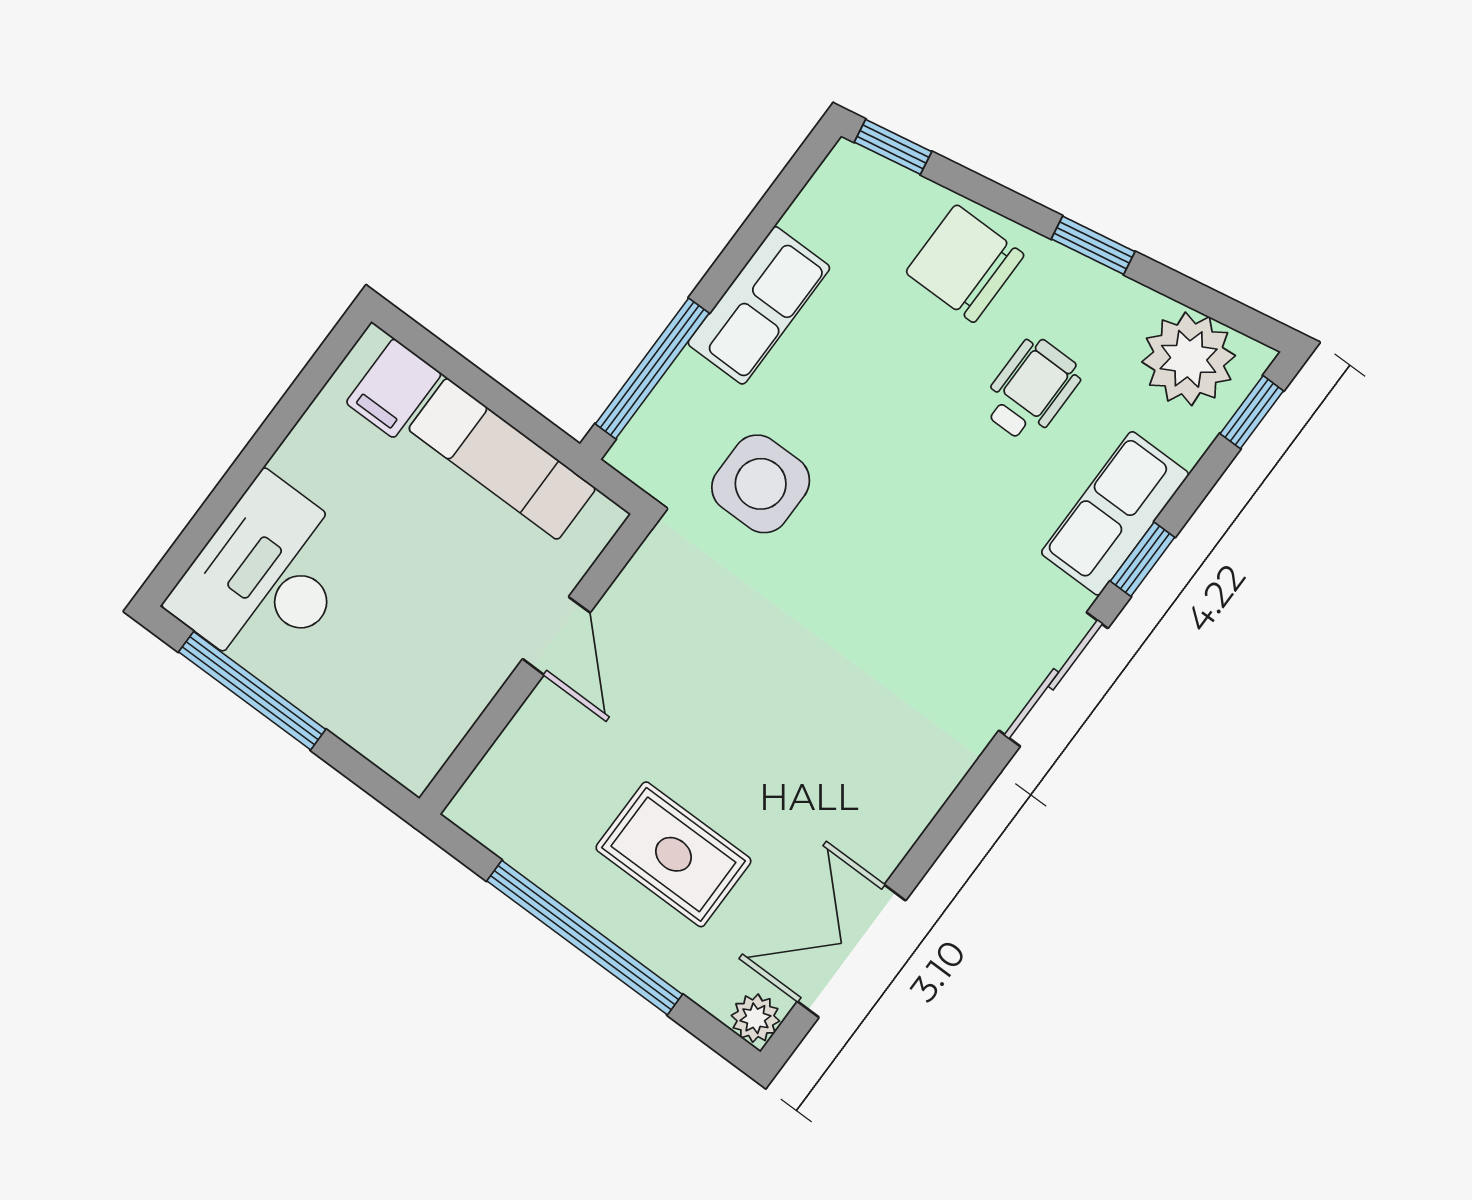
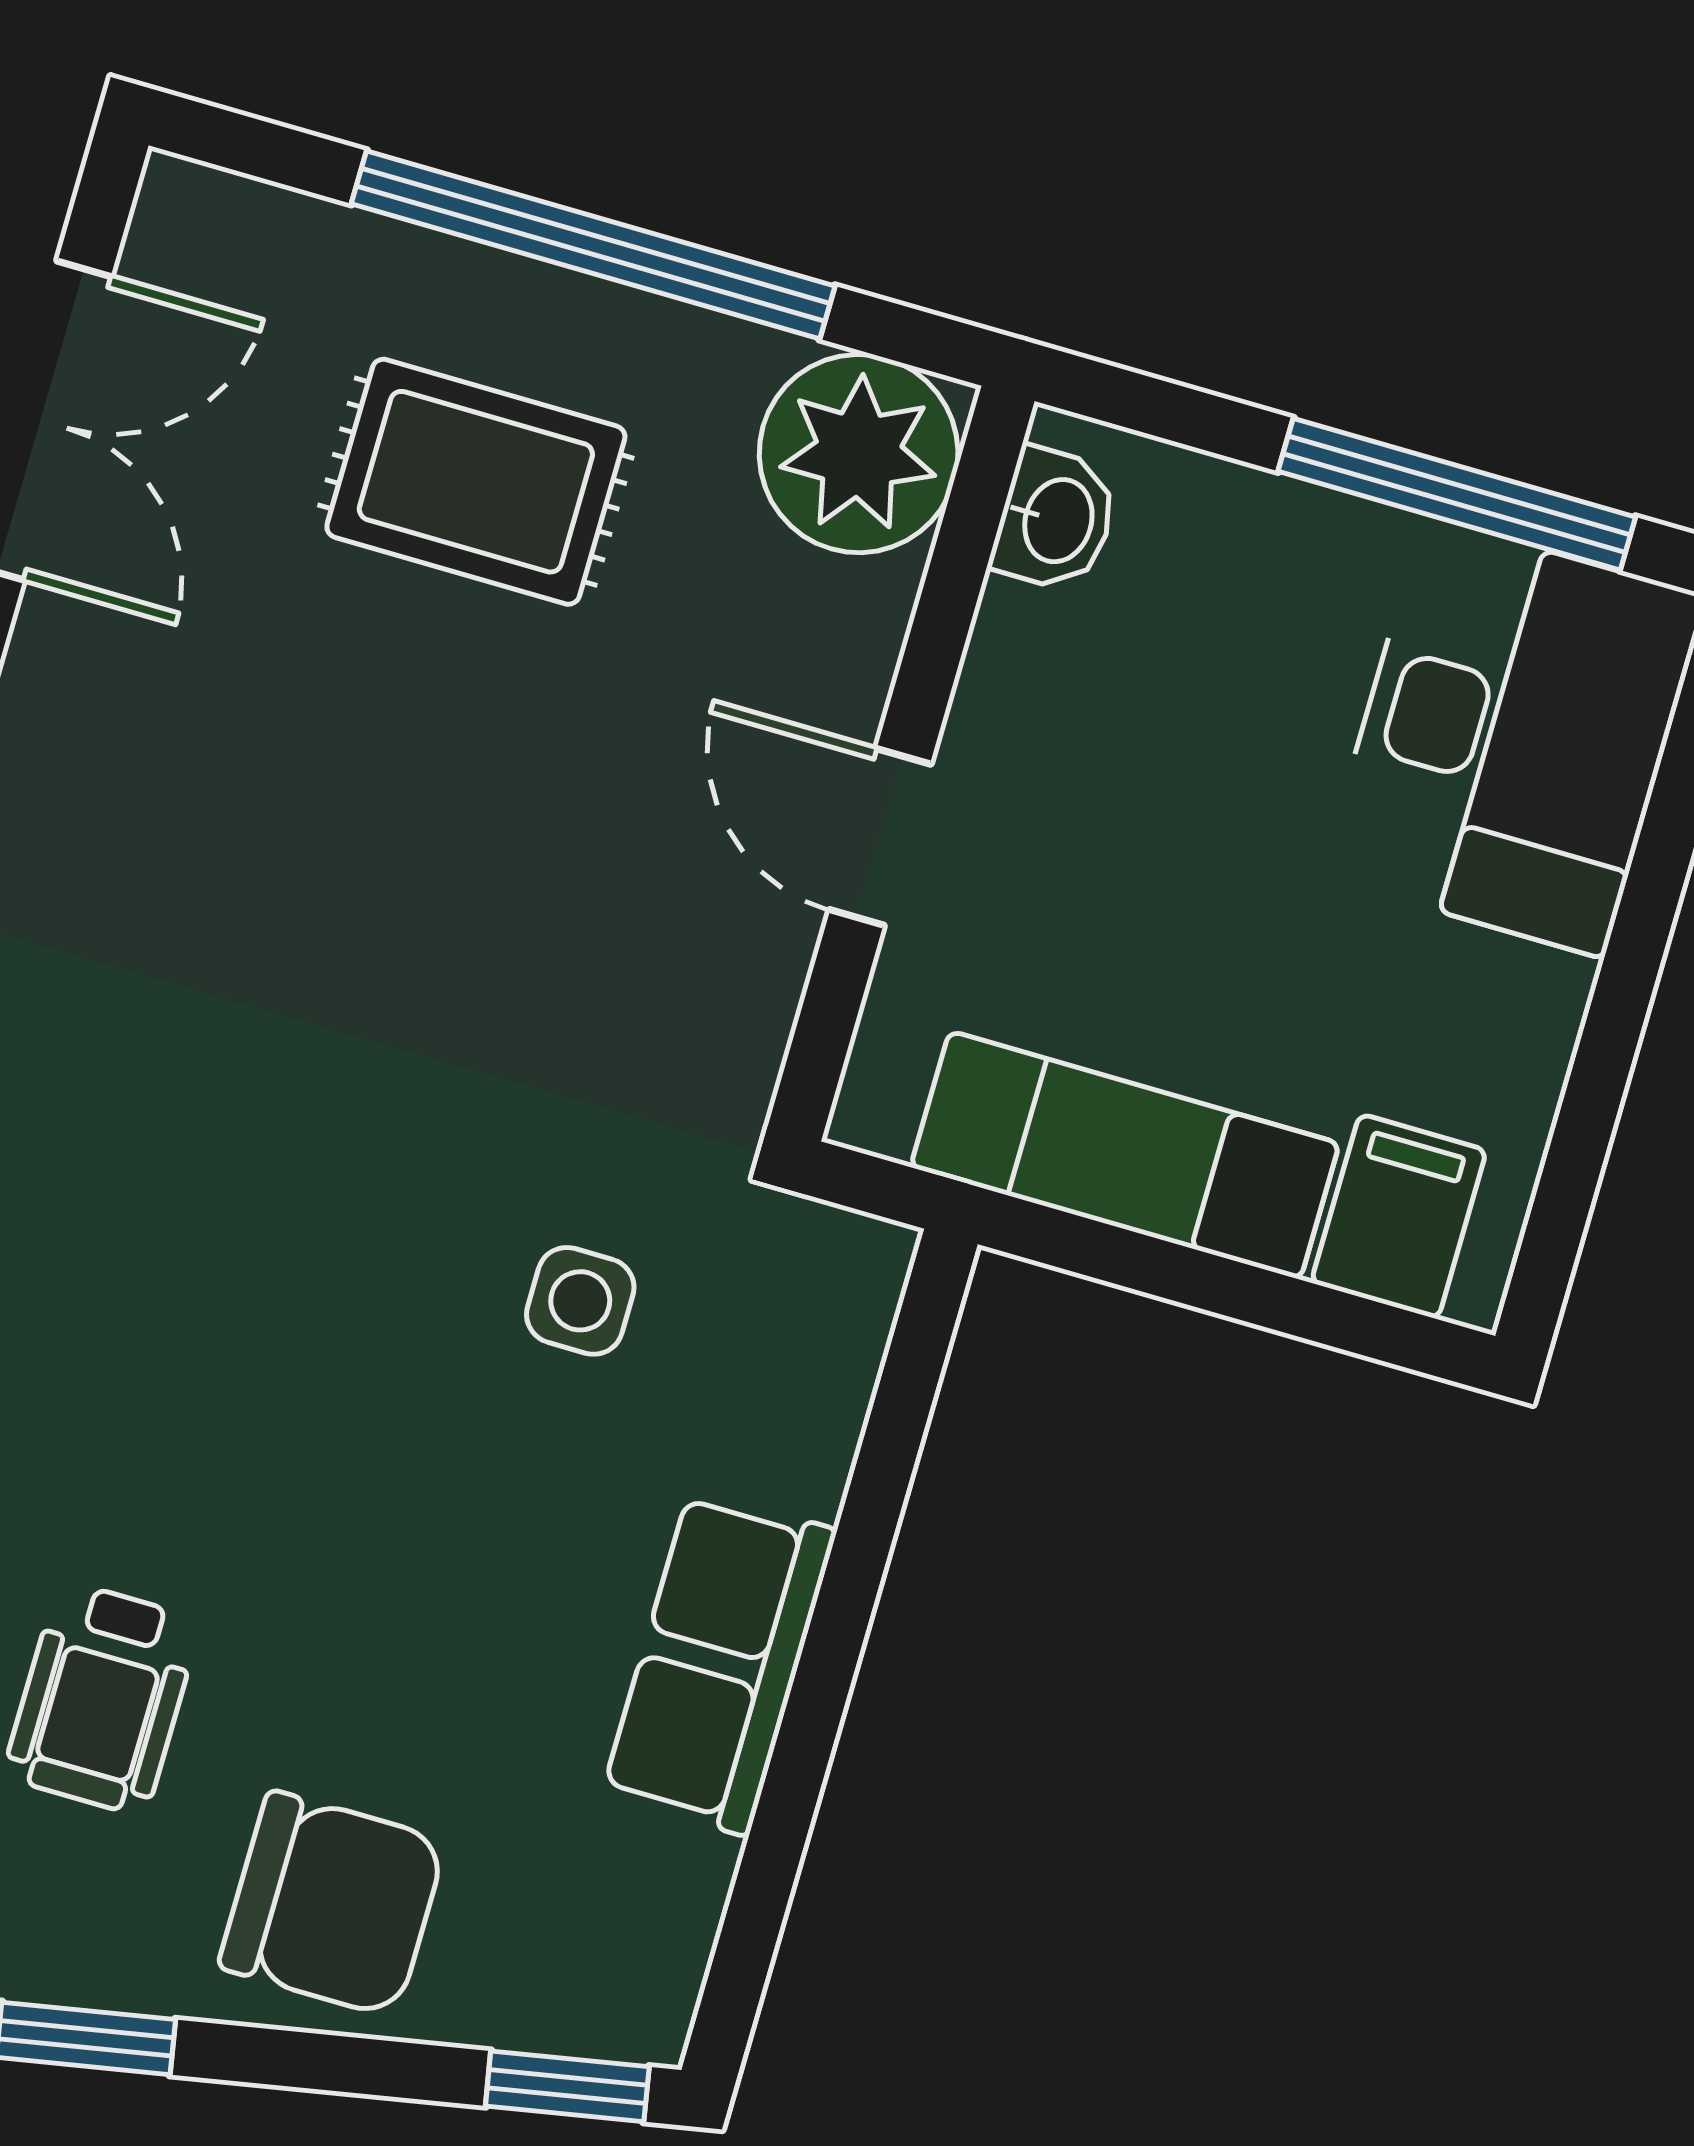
window: (652, 369) -> (888, 1453), removed
side table: (761, 484) -> (580, 1301), width x0.54, depth x0.54
washbasin: (430, 744) -> (1055, 520), added
plant: (755, 1018) -> (859, 454), moved, width x1.88, depth x1.88

